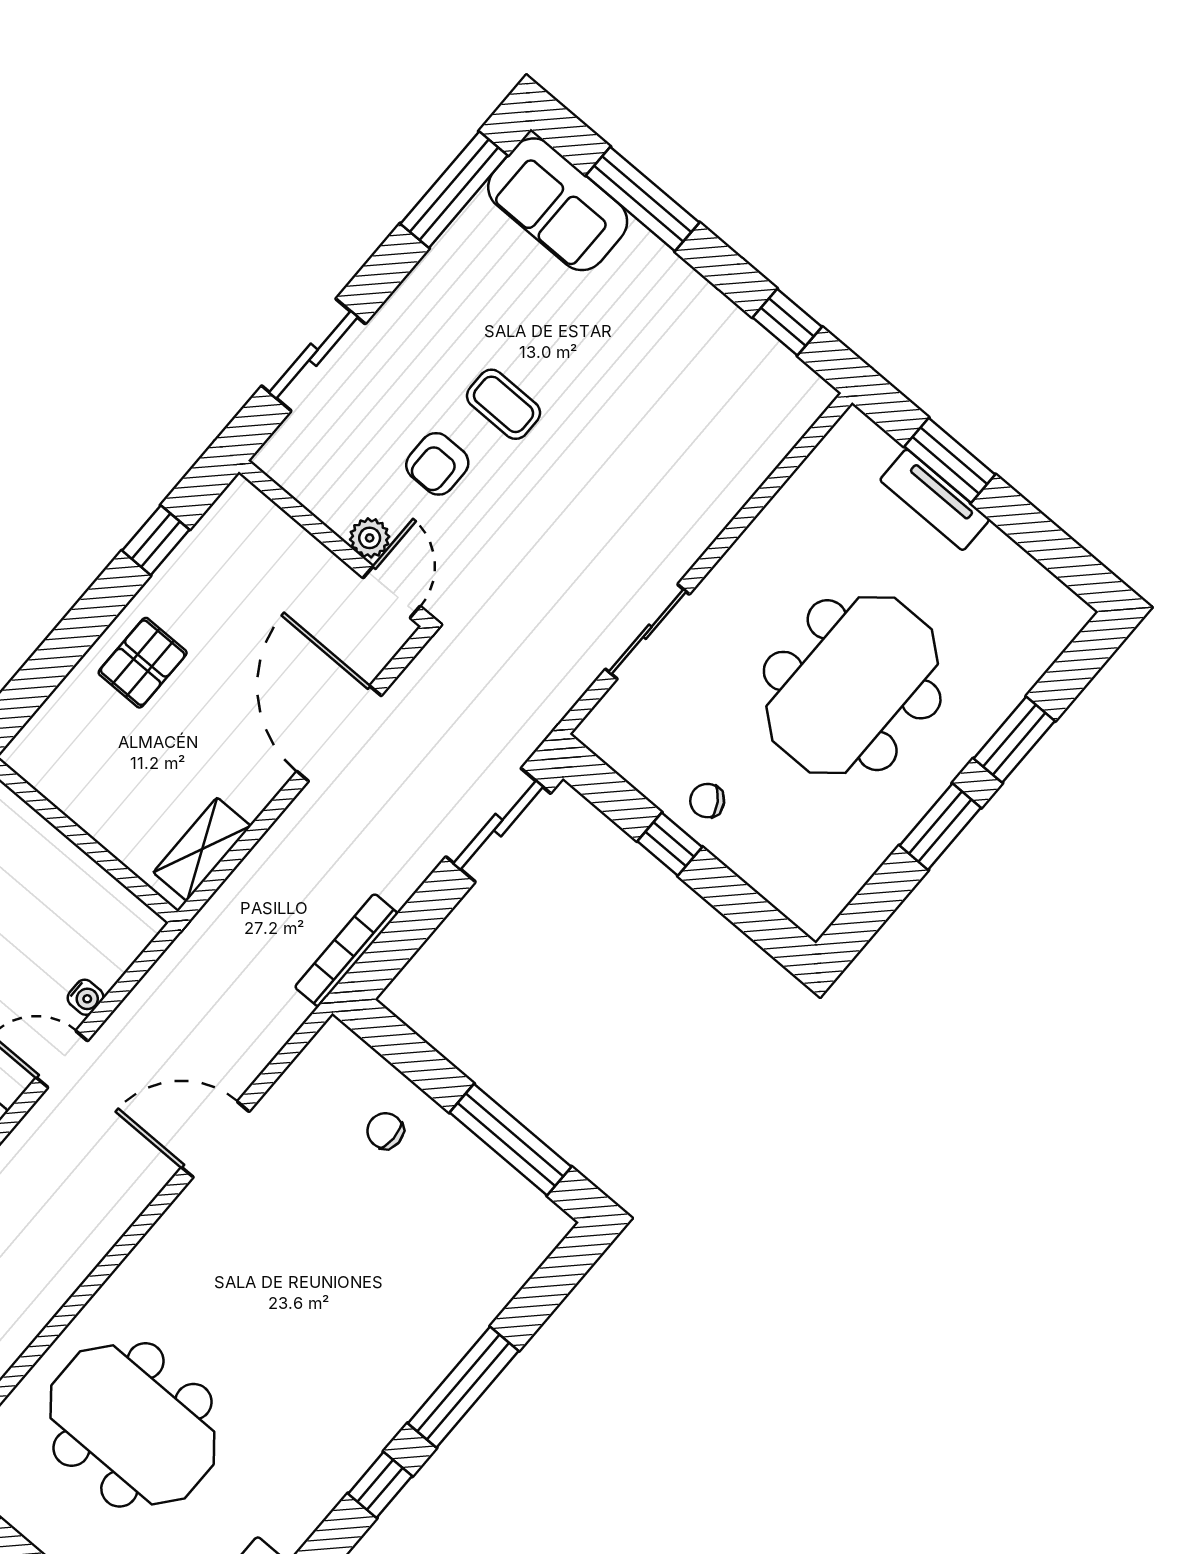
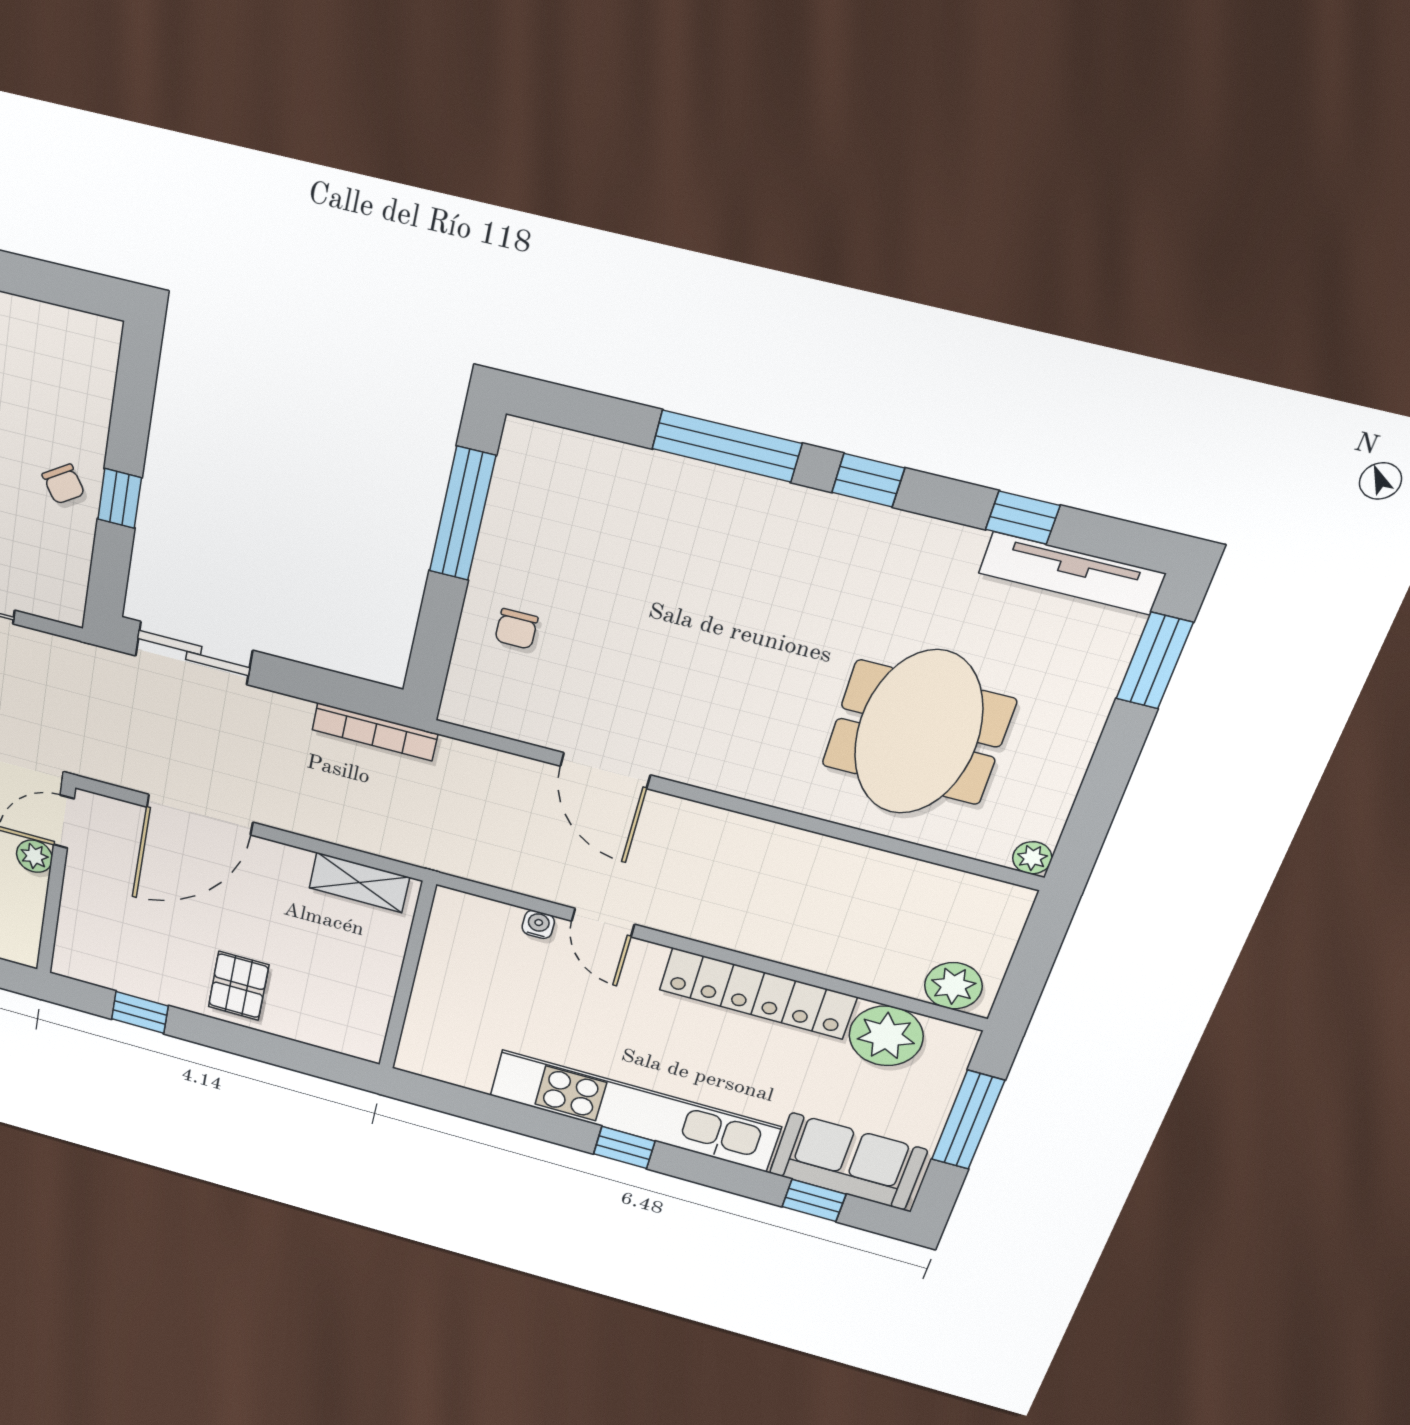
pallet: (143, 663) -> (239, 986), turned 90

